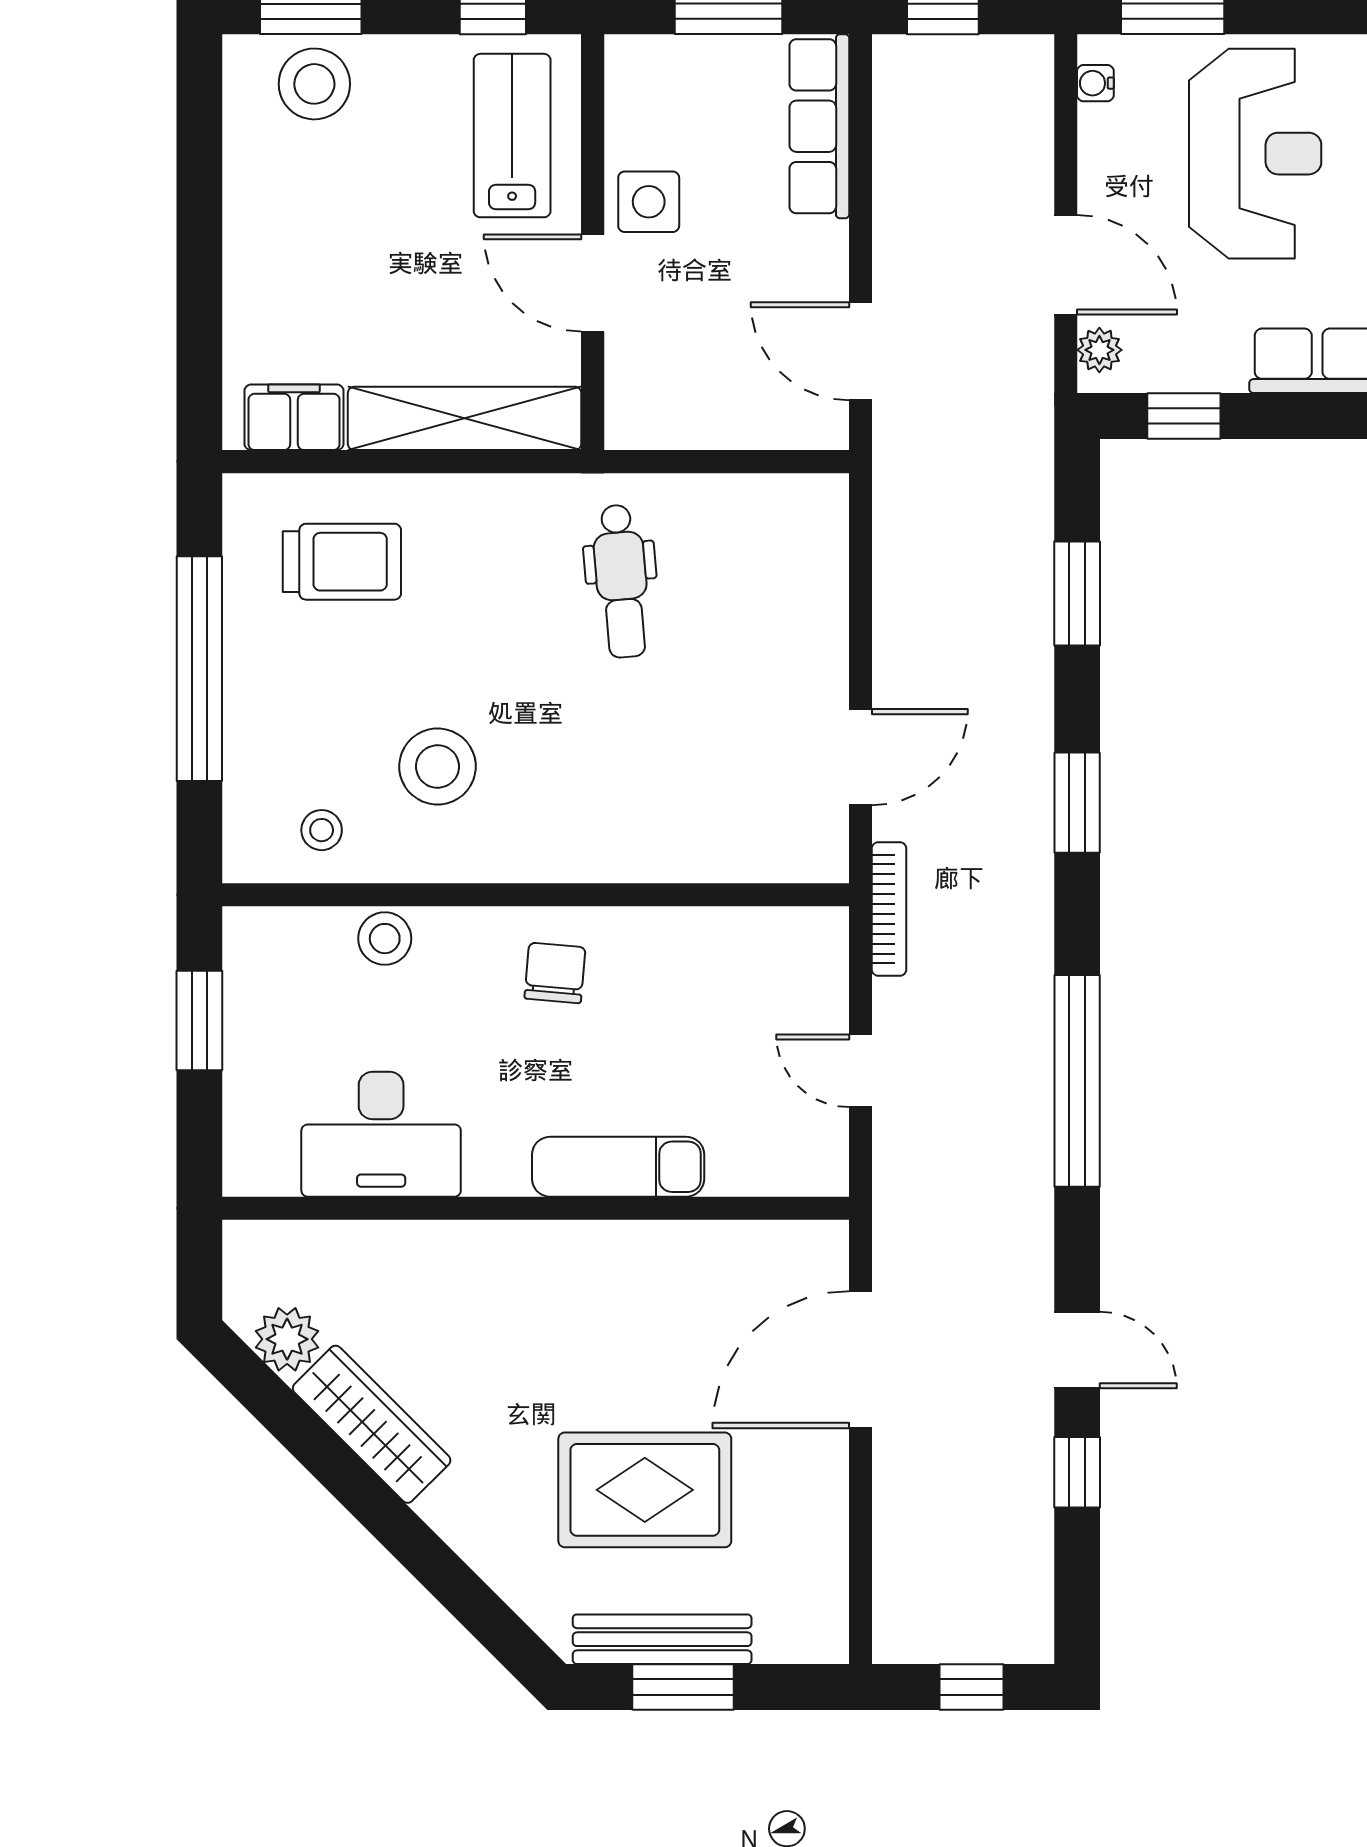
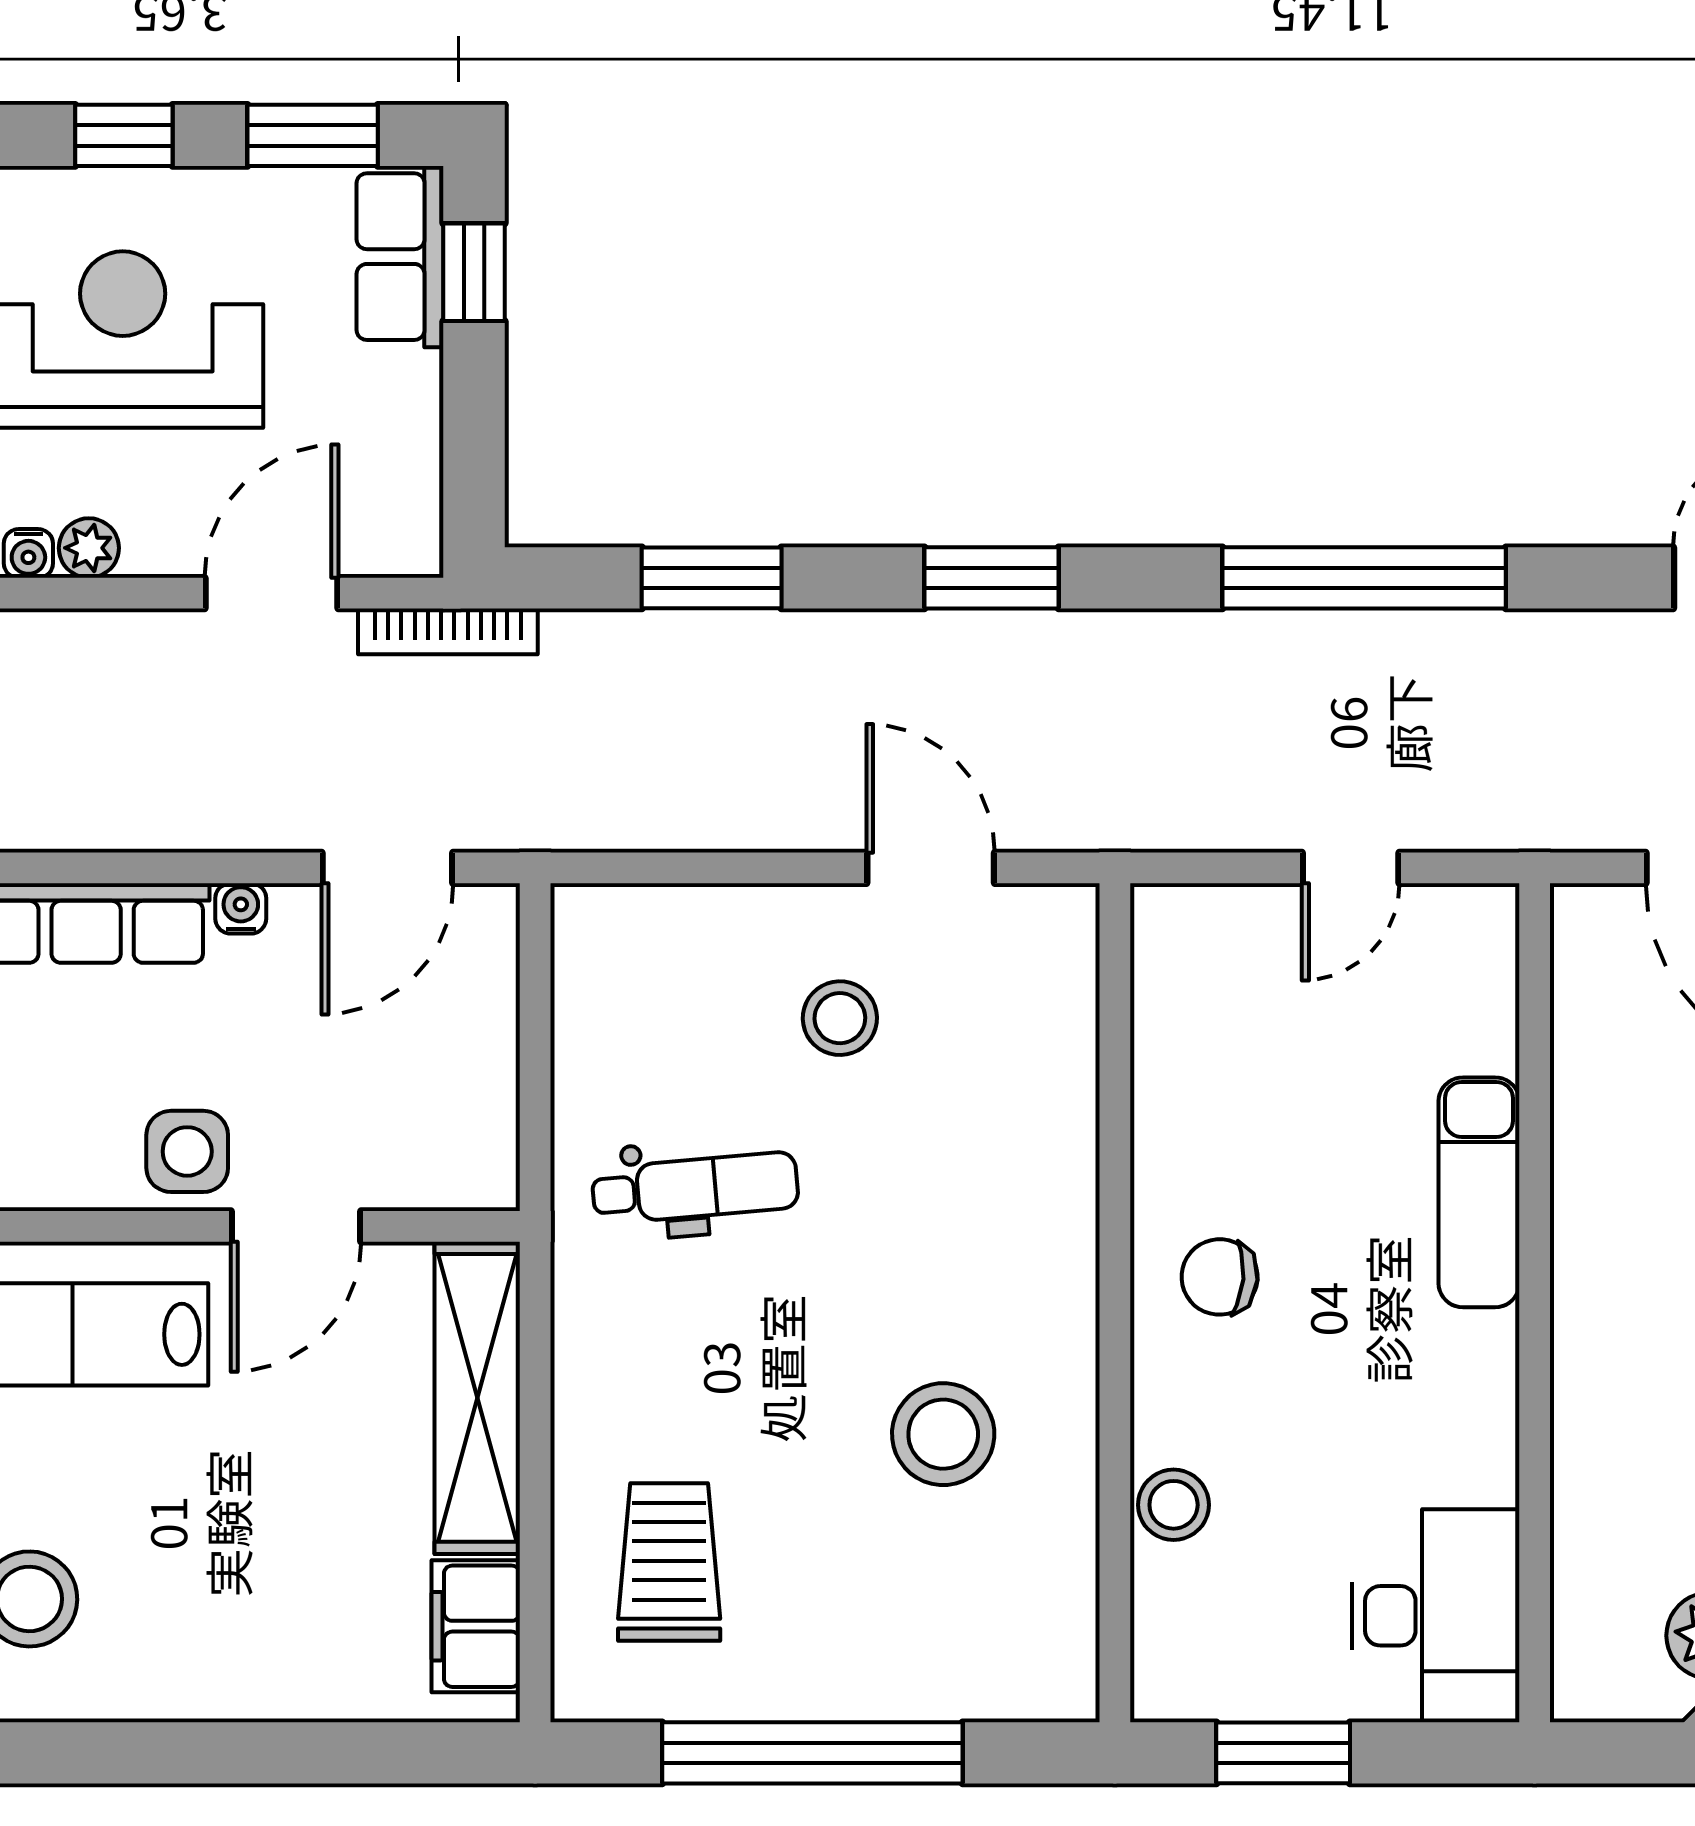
water cooler: (830, 242) -> (241, 908), added
plant: (1099, 350) -> (89, 548), moved
window: (1184, 416) -> (474, 272), moved
stool: (322, 830) -> (840, 1018), moved, width x1.37, depth x1.37
bookcase: (889, 909) -> (448, 631), moved, turned 180
desk: (381, 1134) -> (1436, 1616), moved

